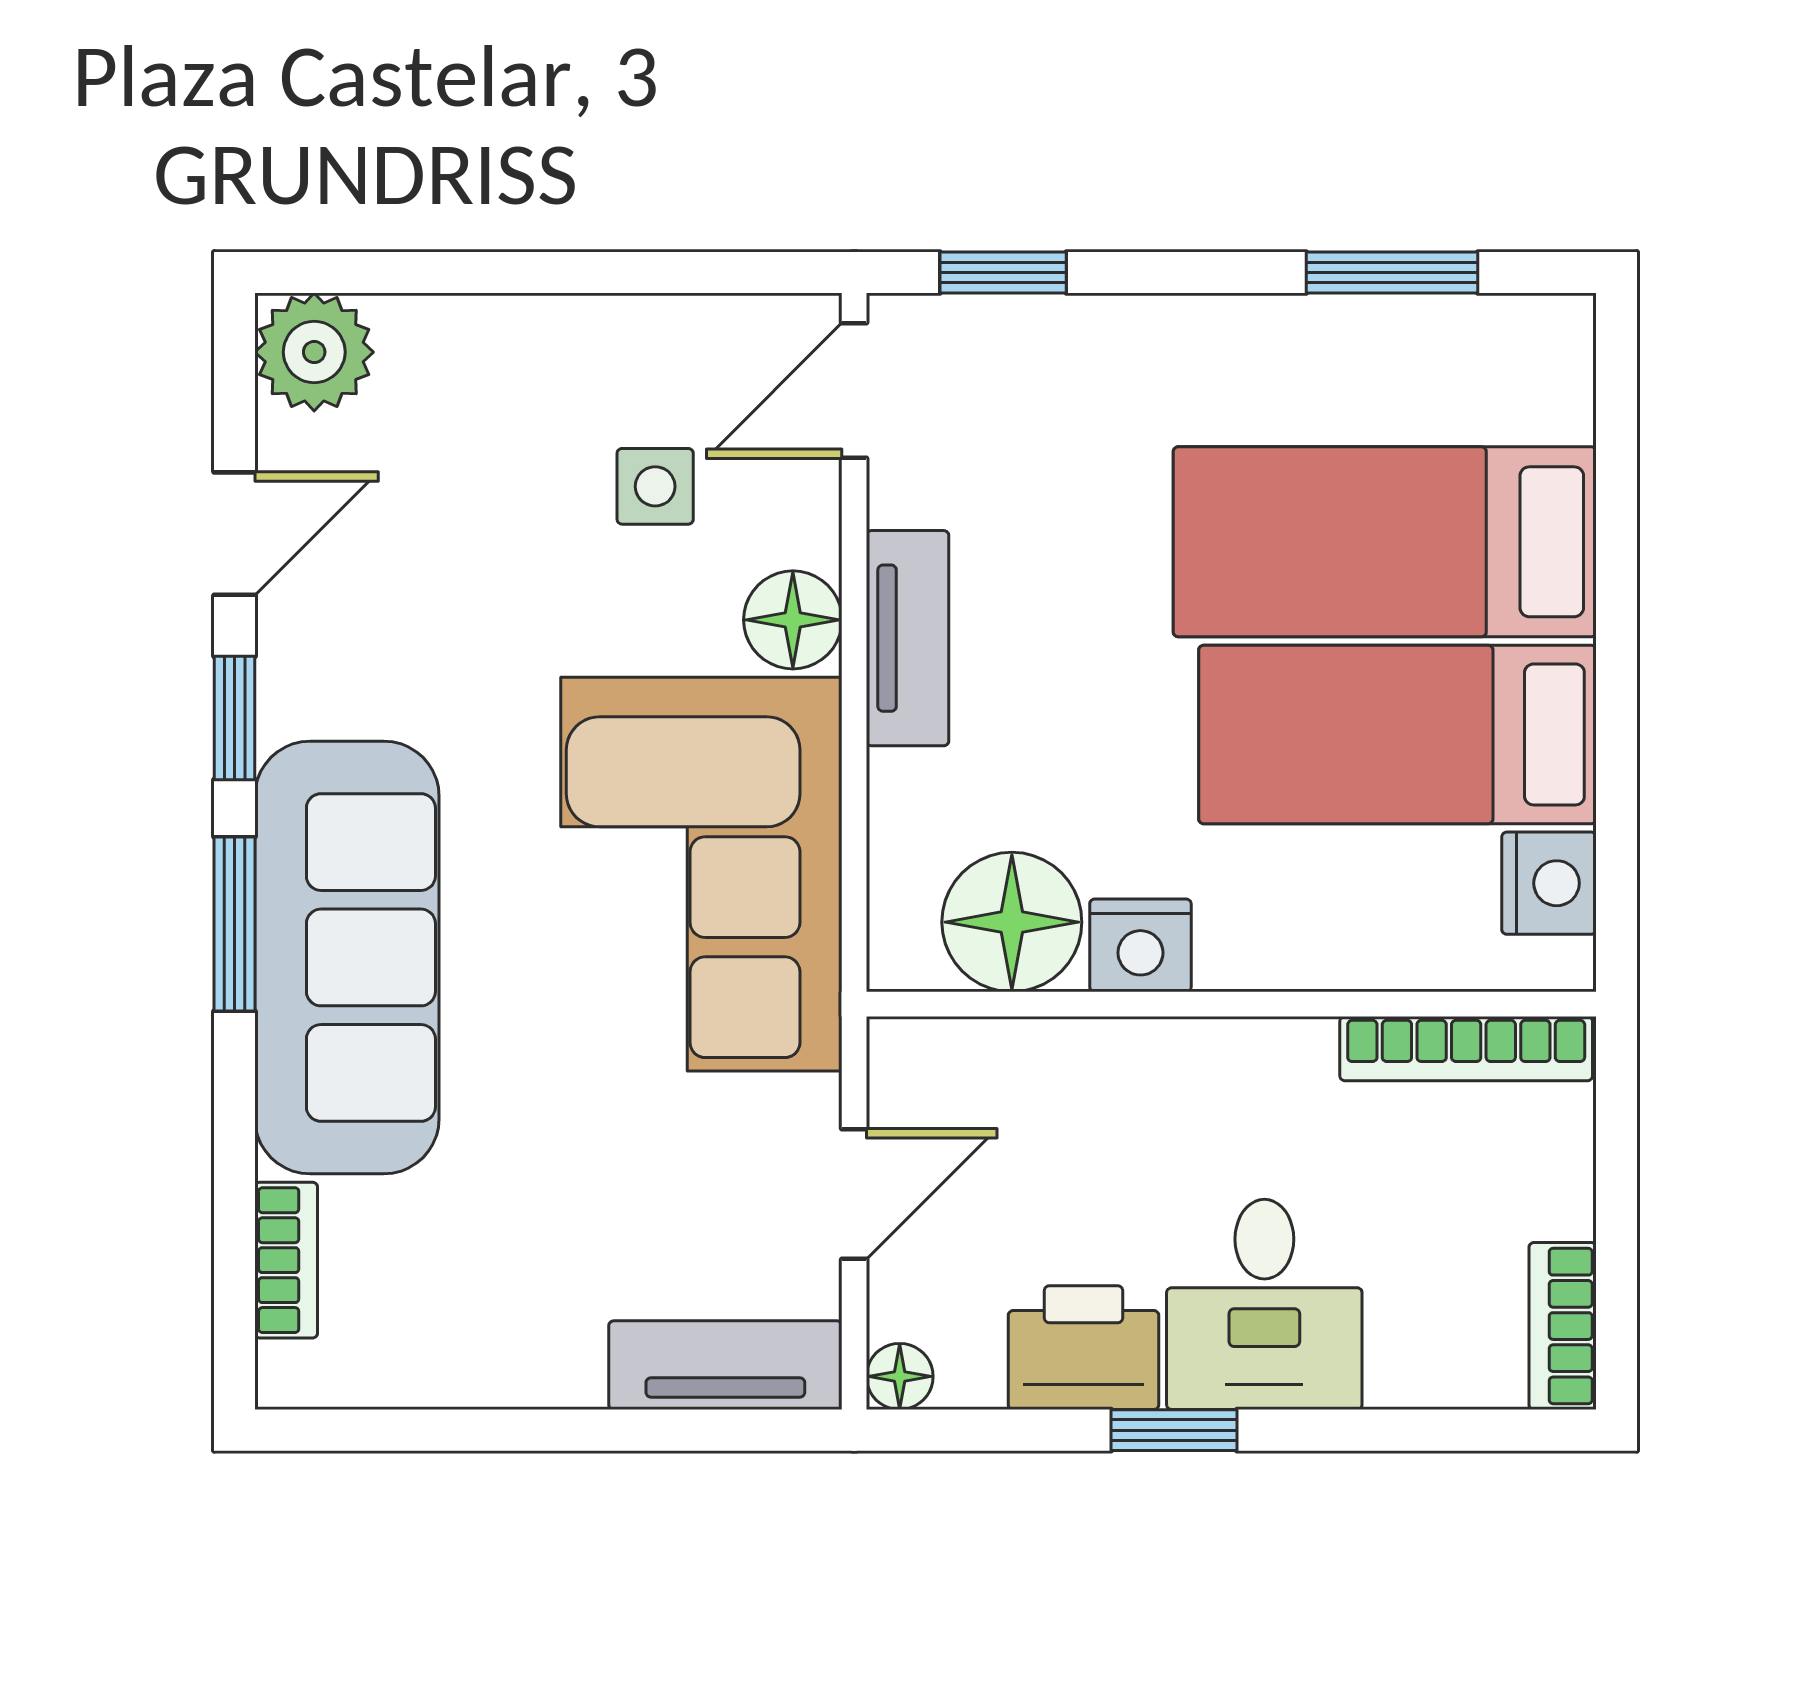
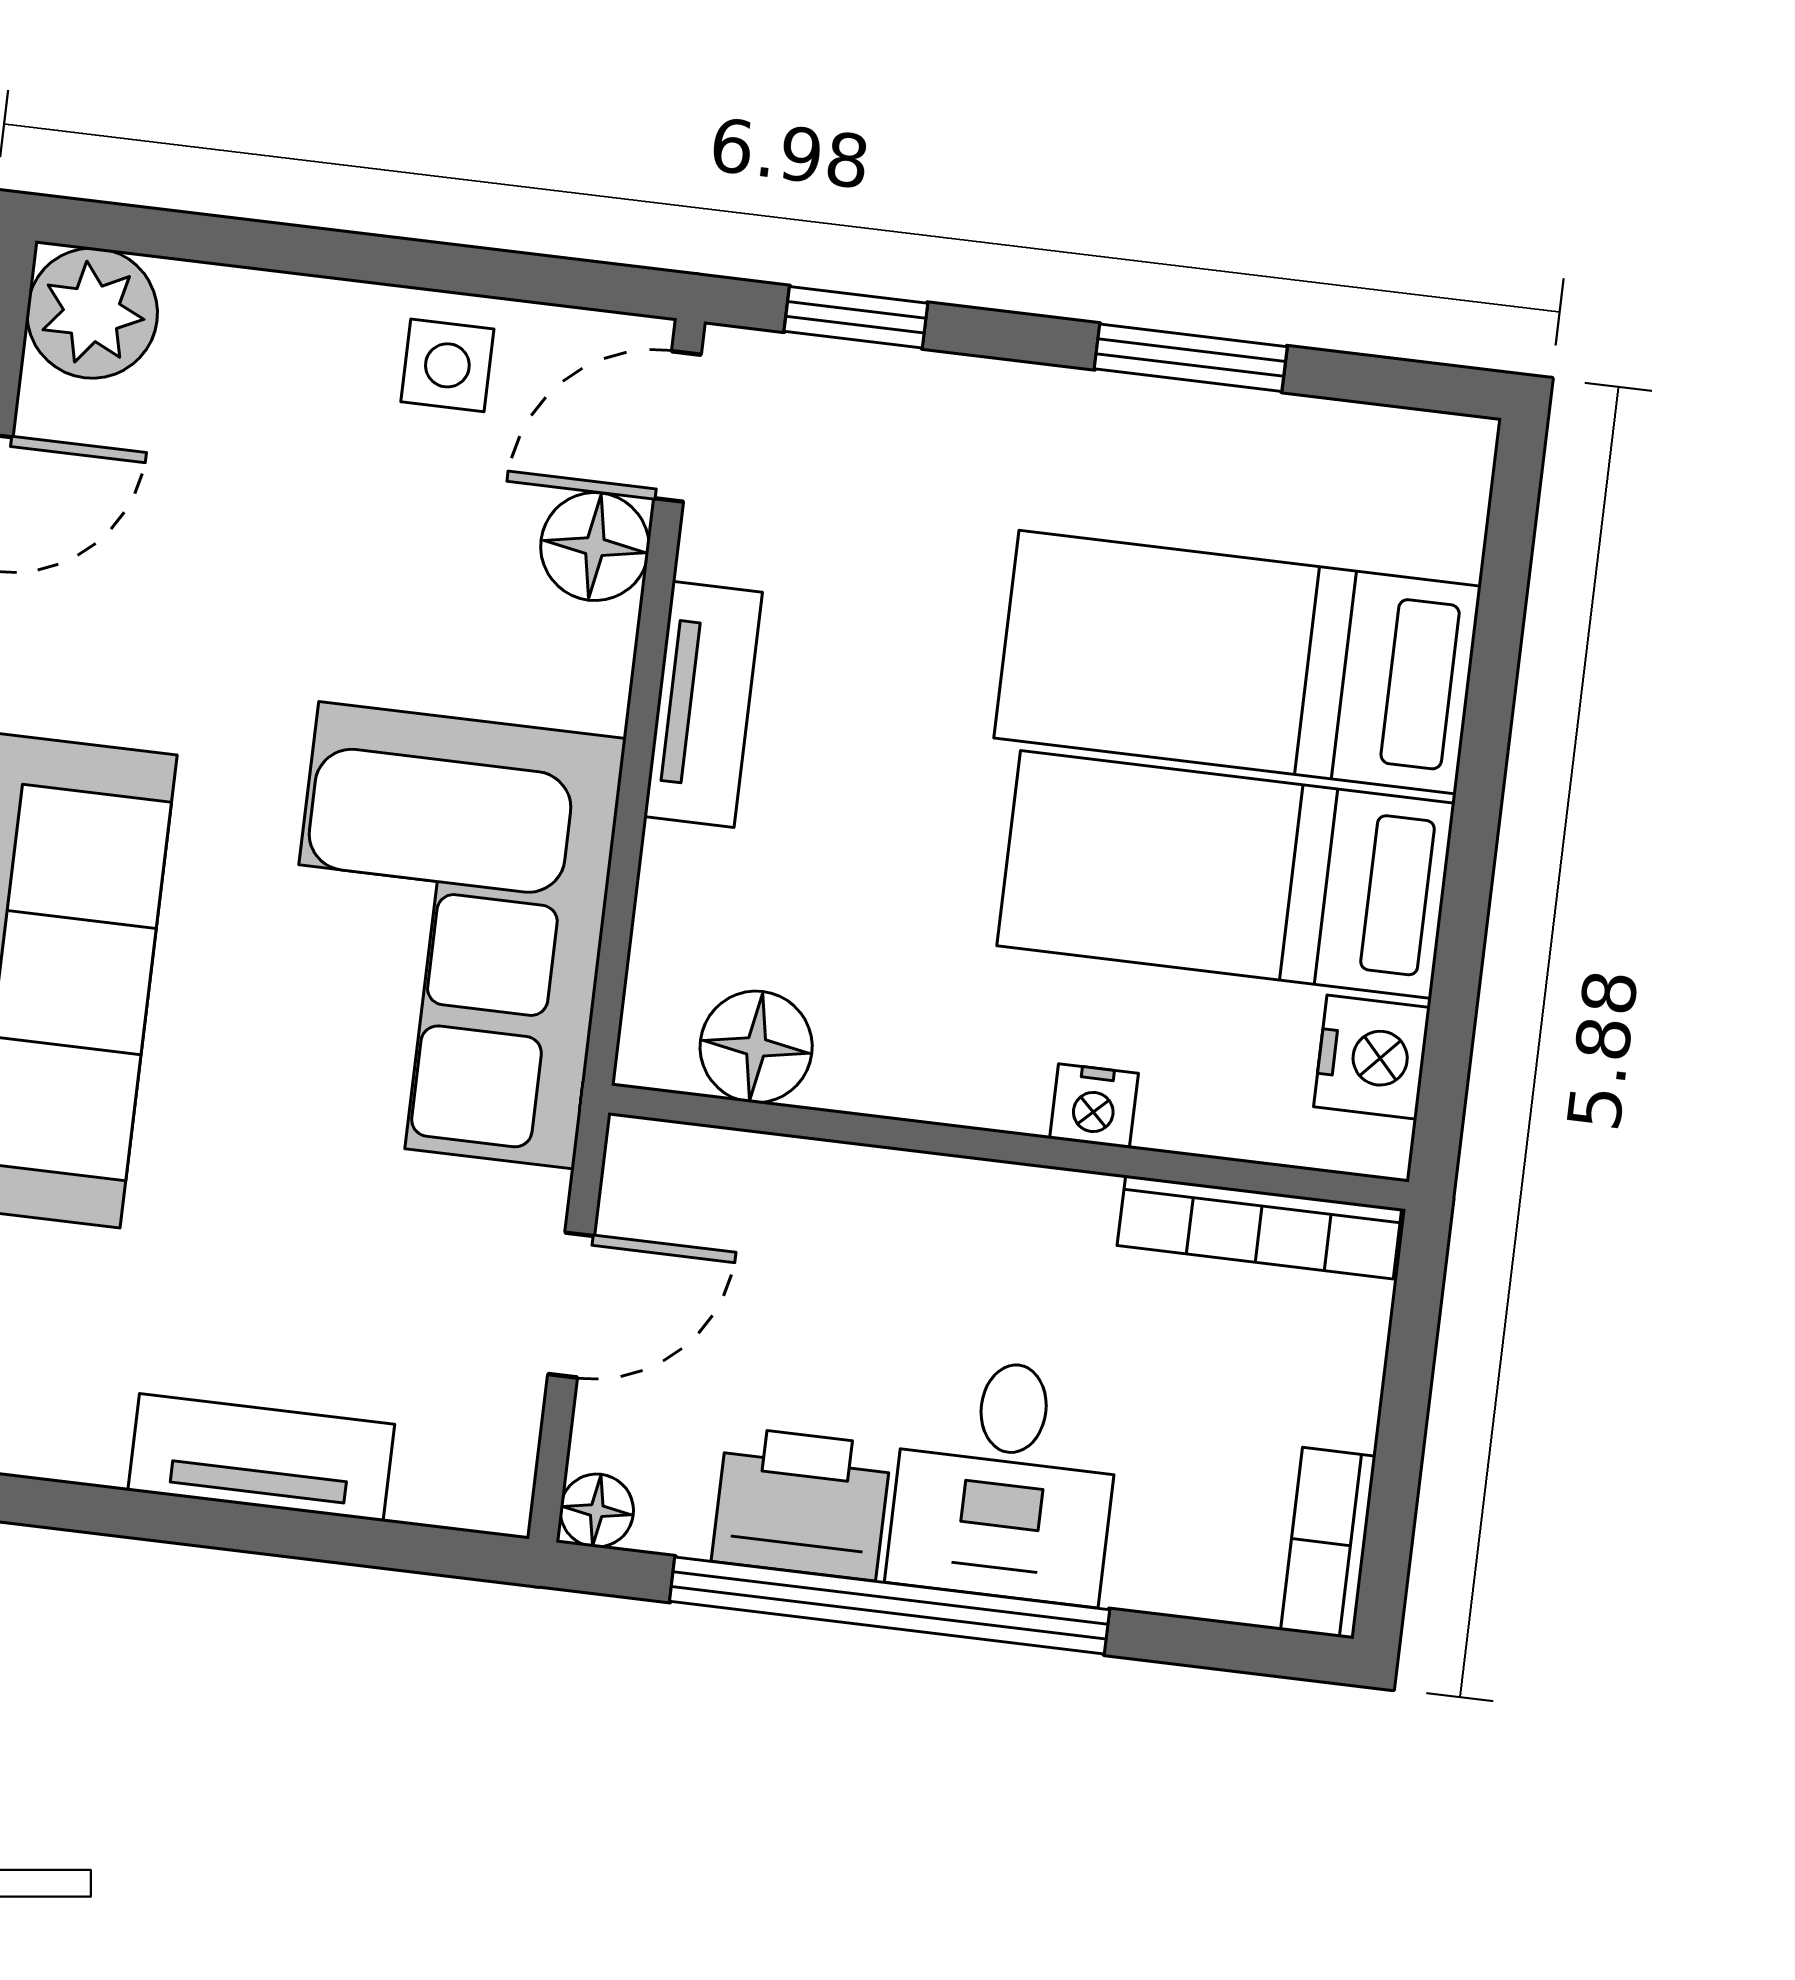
window: (1392, 272) -> (1191, 358), moved
side table: (655, 486) -> (447, 365), moved
floor lamp: (793, 620) -> (595, 547), moved
floor lamp: (1012, 922) -> (756, 1047), width x0.73, depth x0.73
nightstand: (1140, 945) -> (1094, 1106), moved, width x0.72, depth x0.74
tv unit: (725, 1365) -> (261, 1457), moved
window: (1174, 1430) -> (890, 1606), width x3.17

